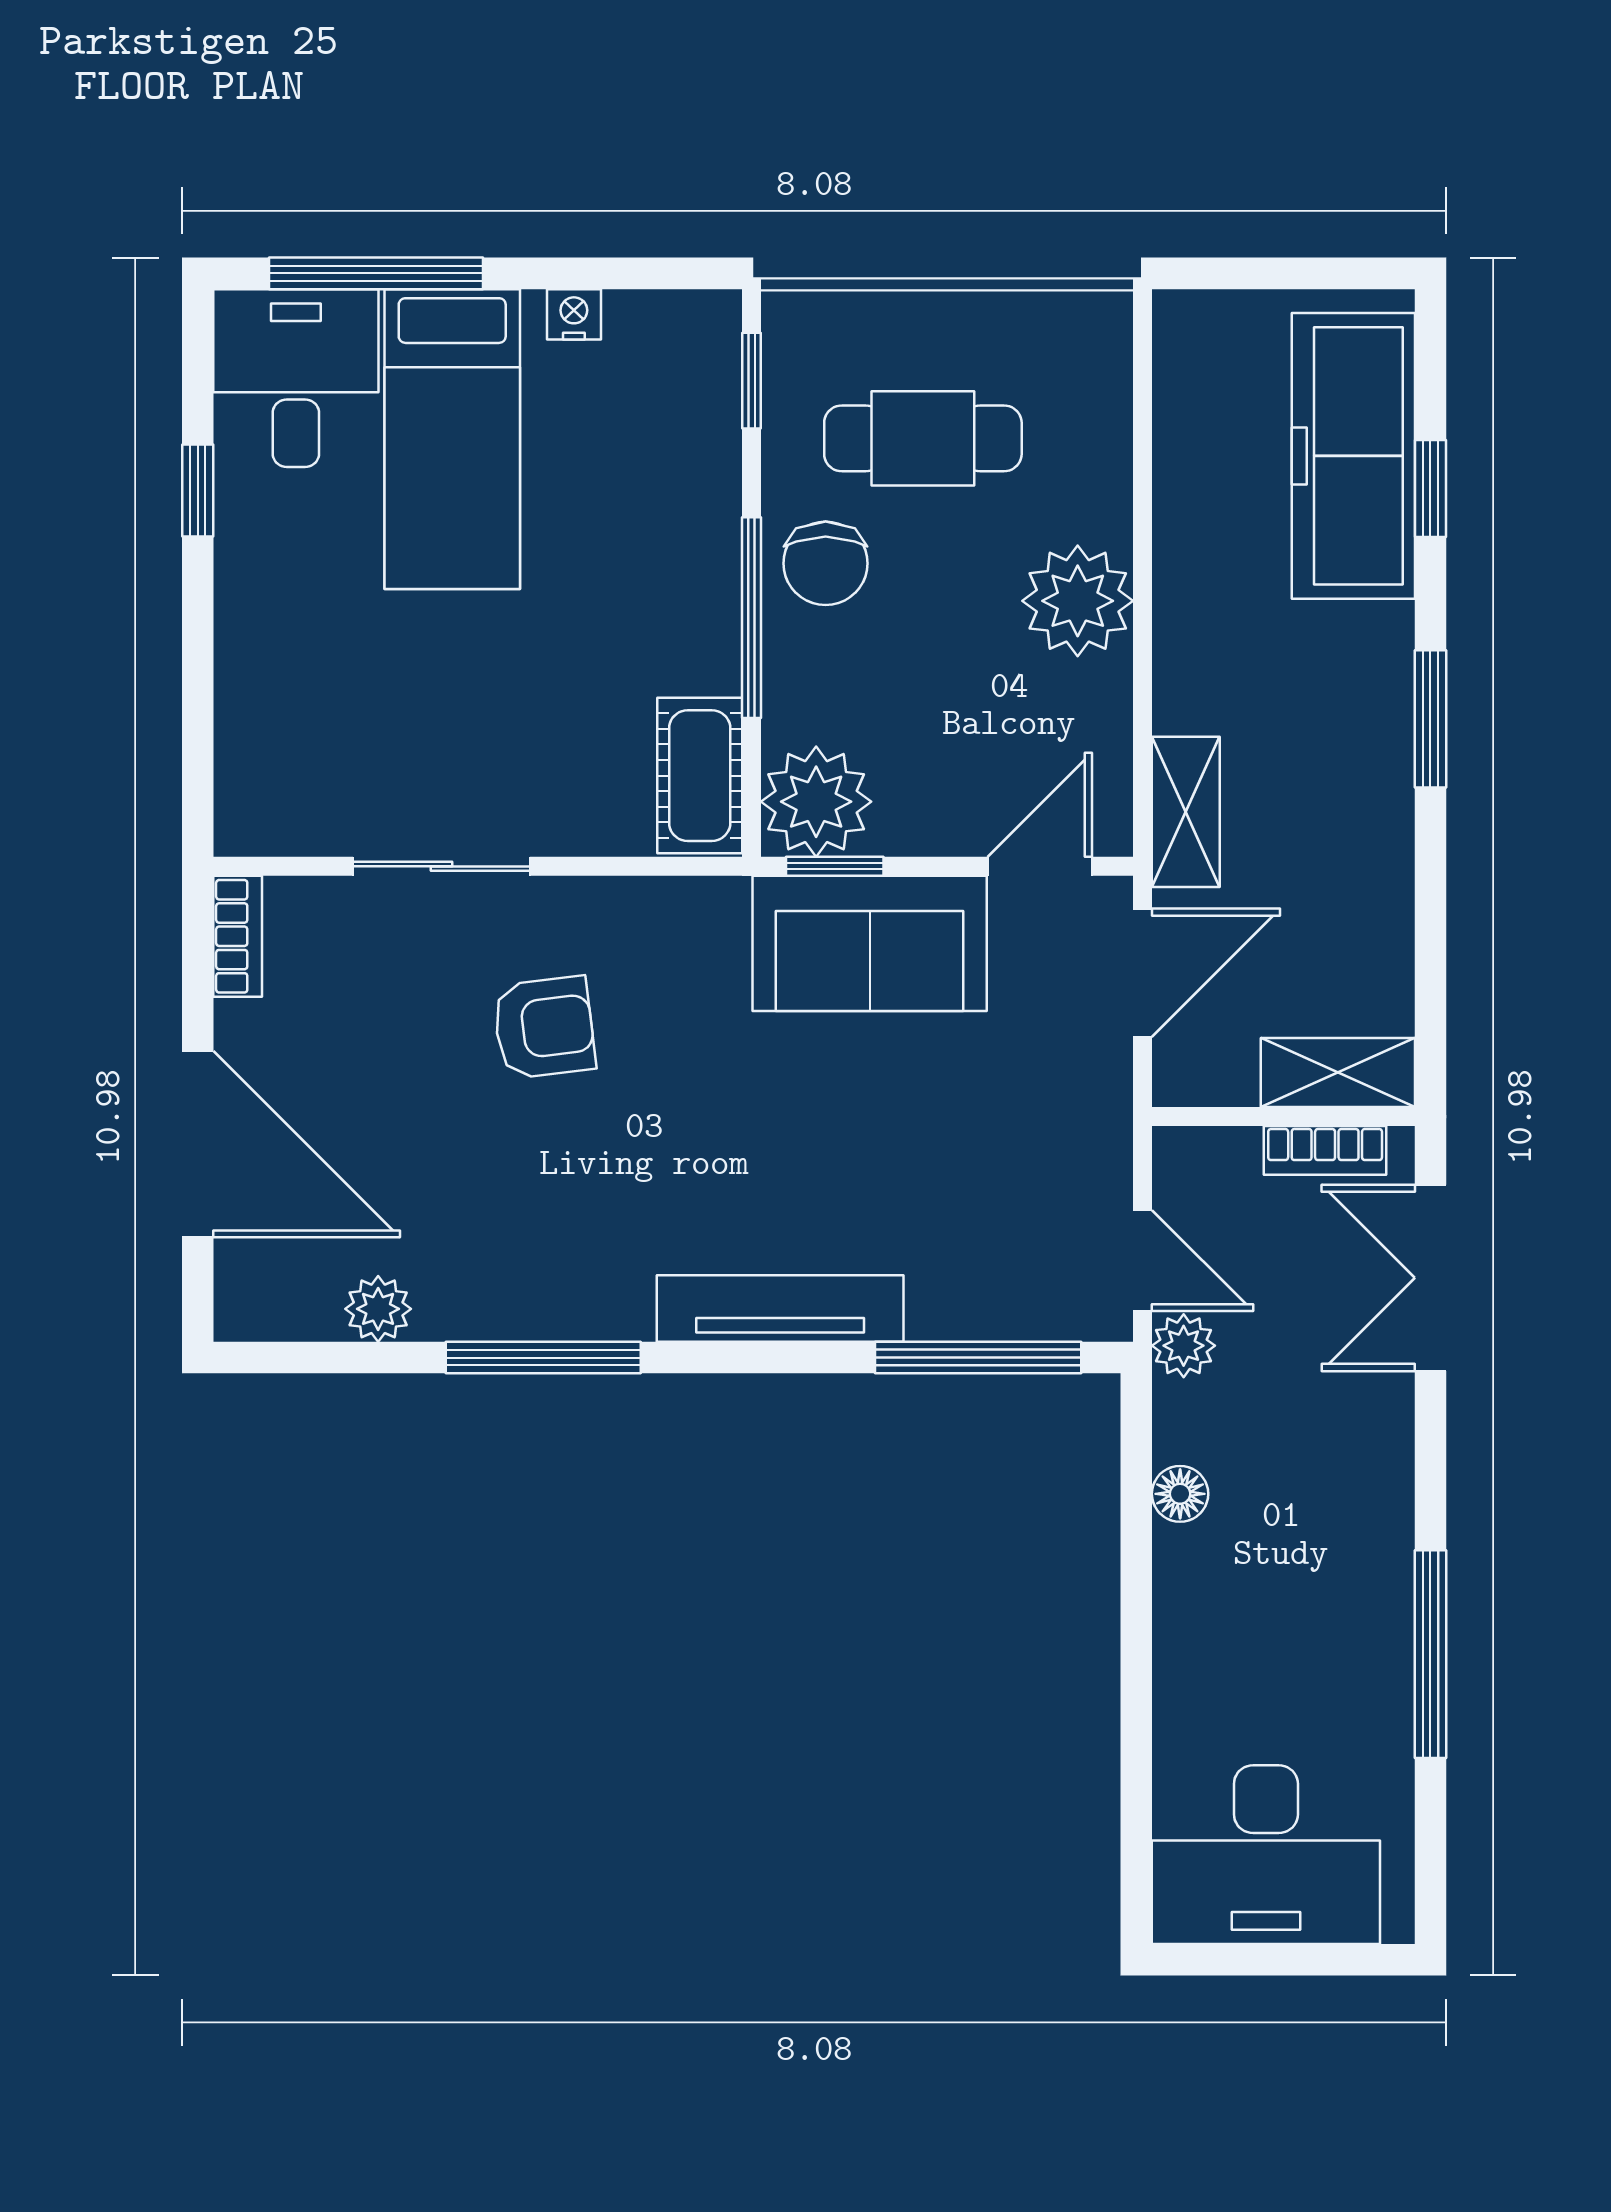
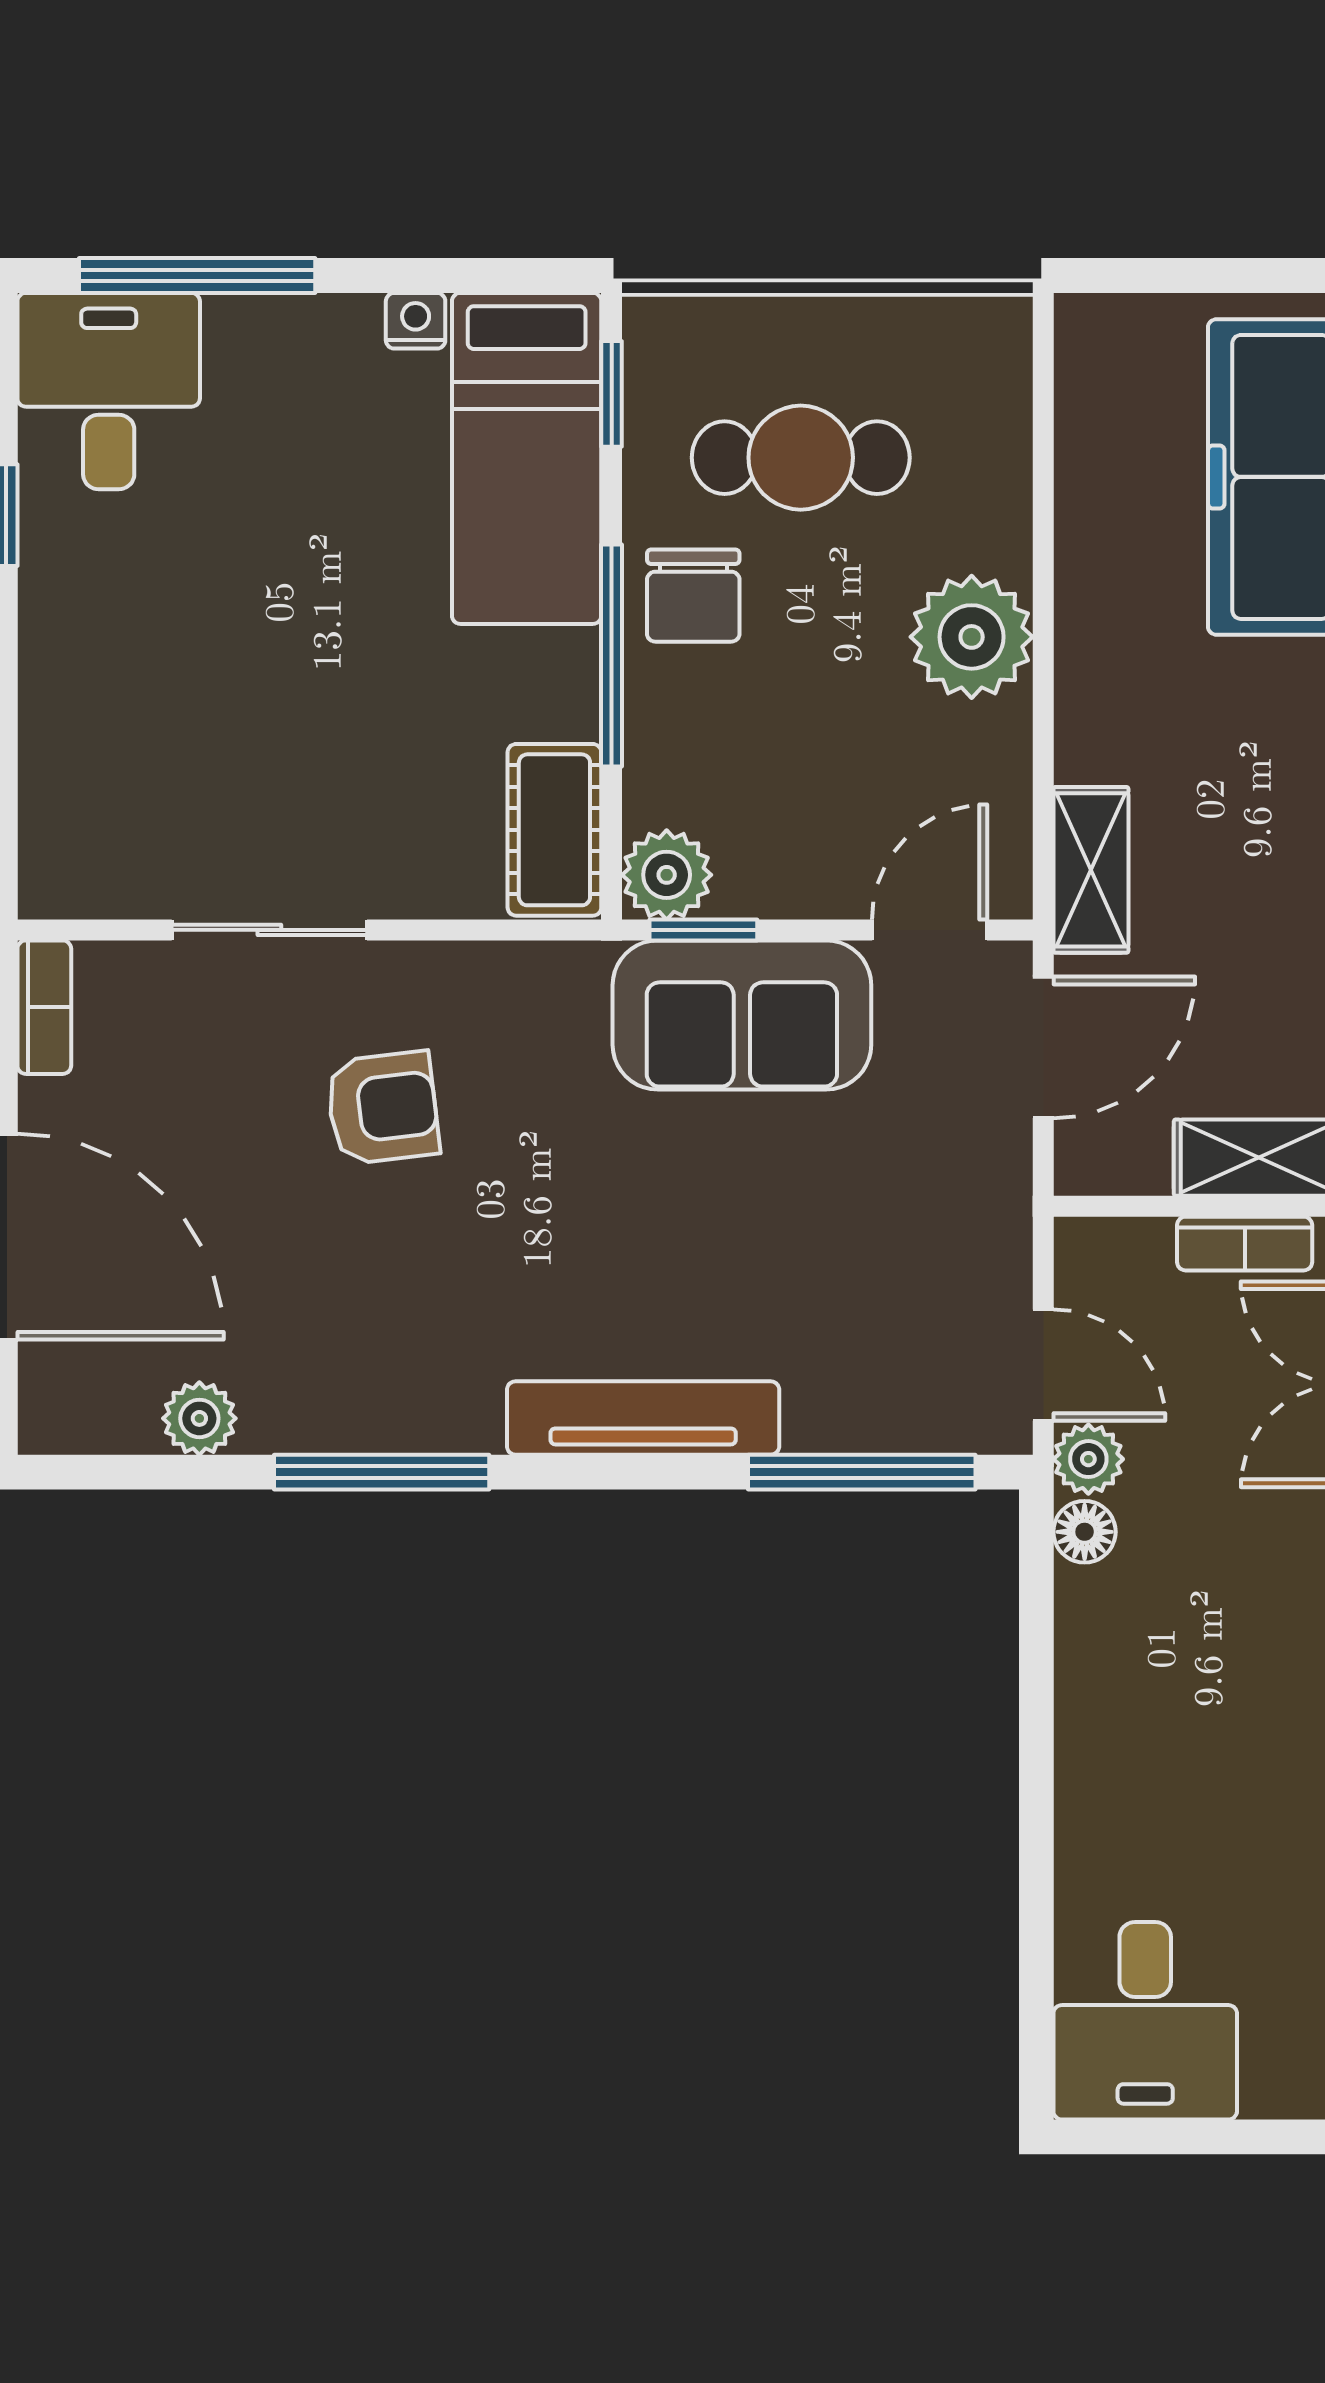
bed: (452, 439) -> (527, 458), moved
plant: (816, 802) -> (667, 875), width x0.73, depth x0.73
floor lamp: (1180, 1494) -> (1085, 1532), moved
desk: (1266, 1855) -> (1145, 2021), width x0.73

